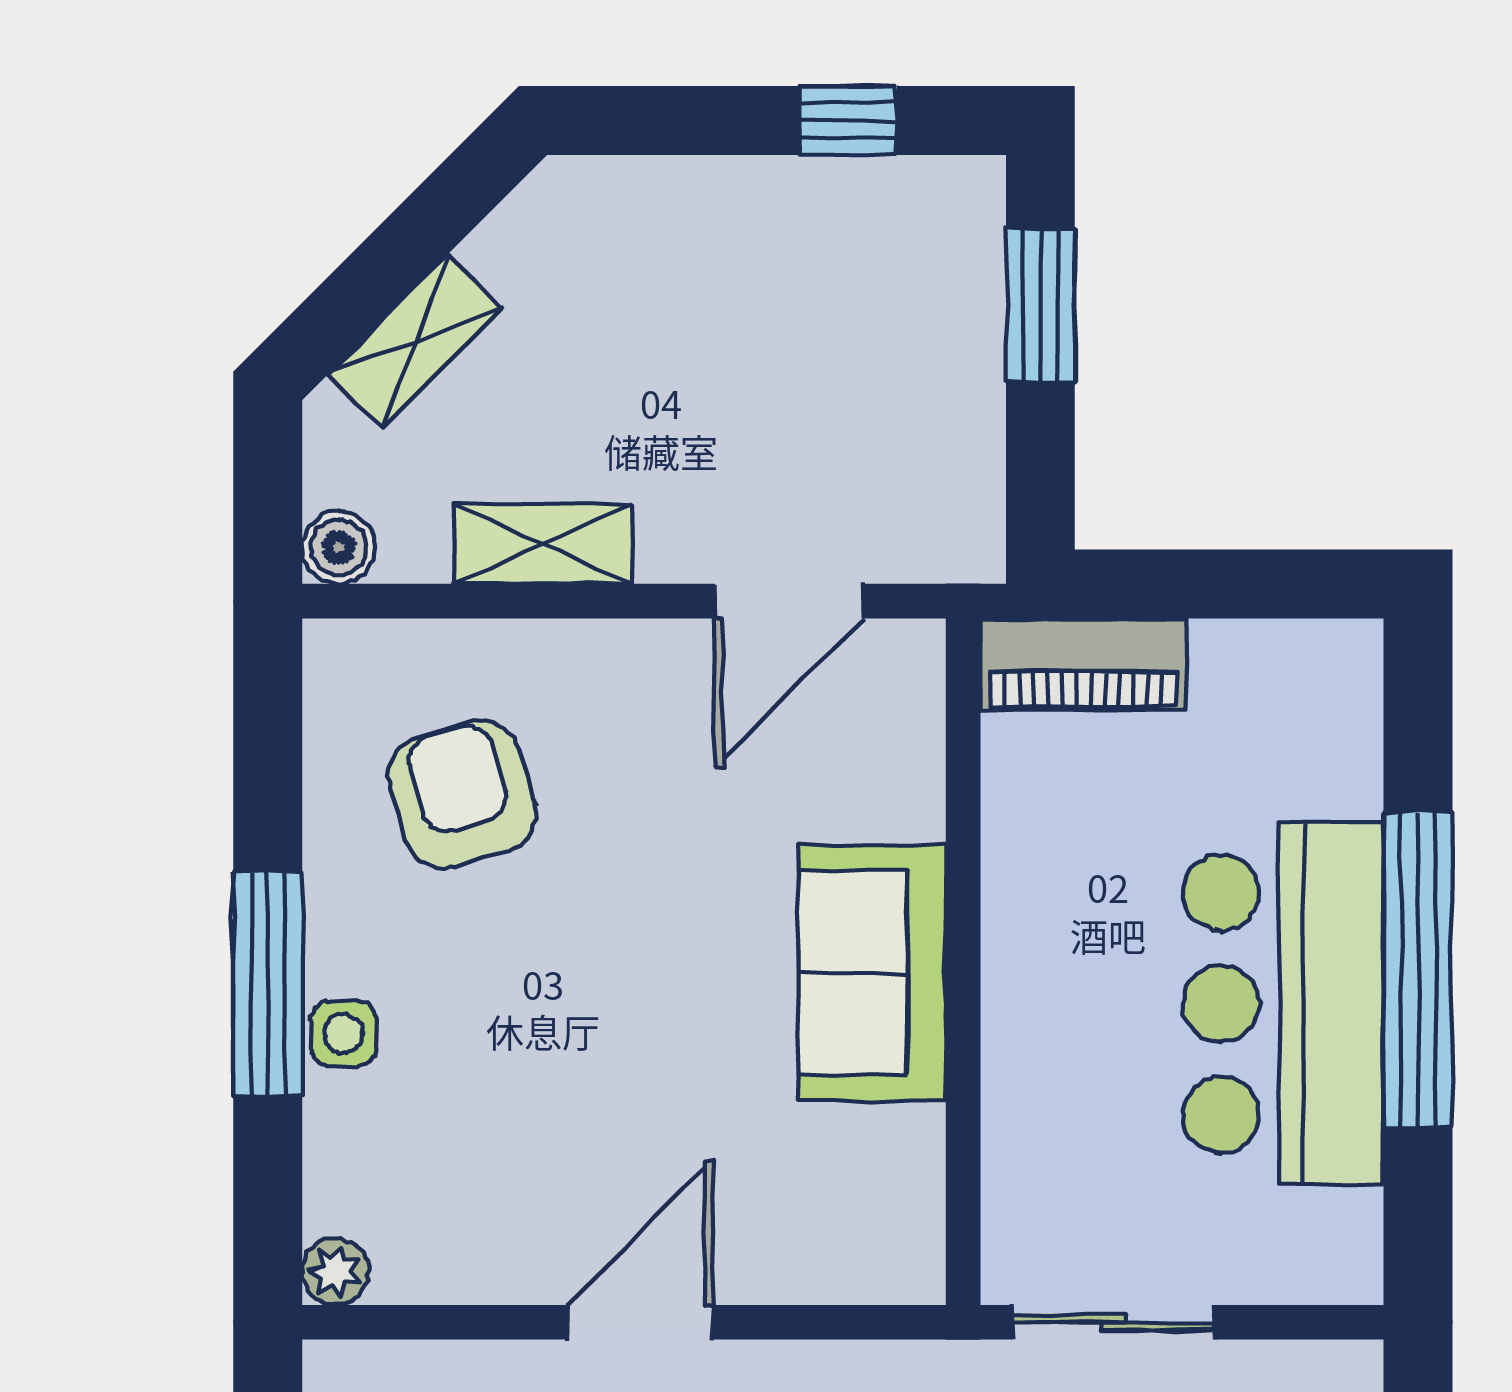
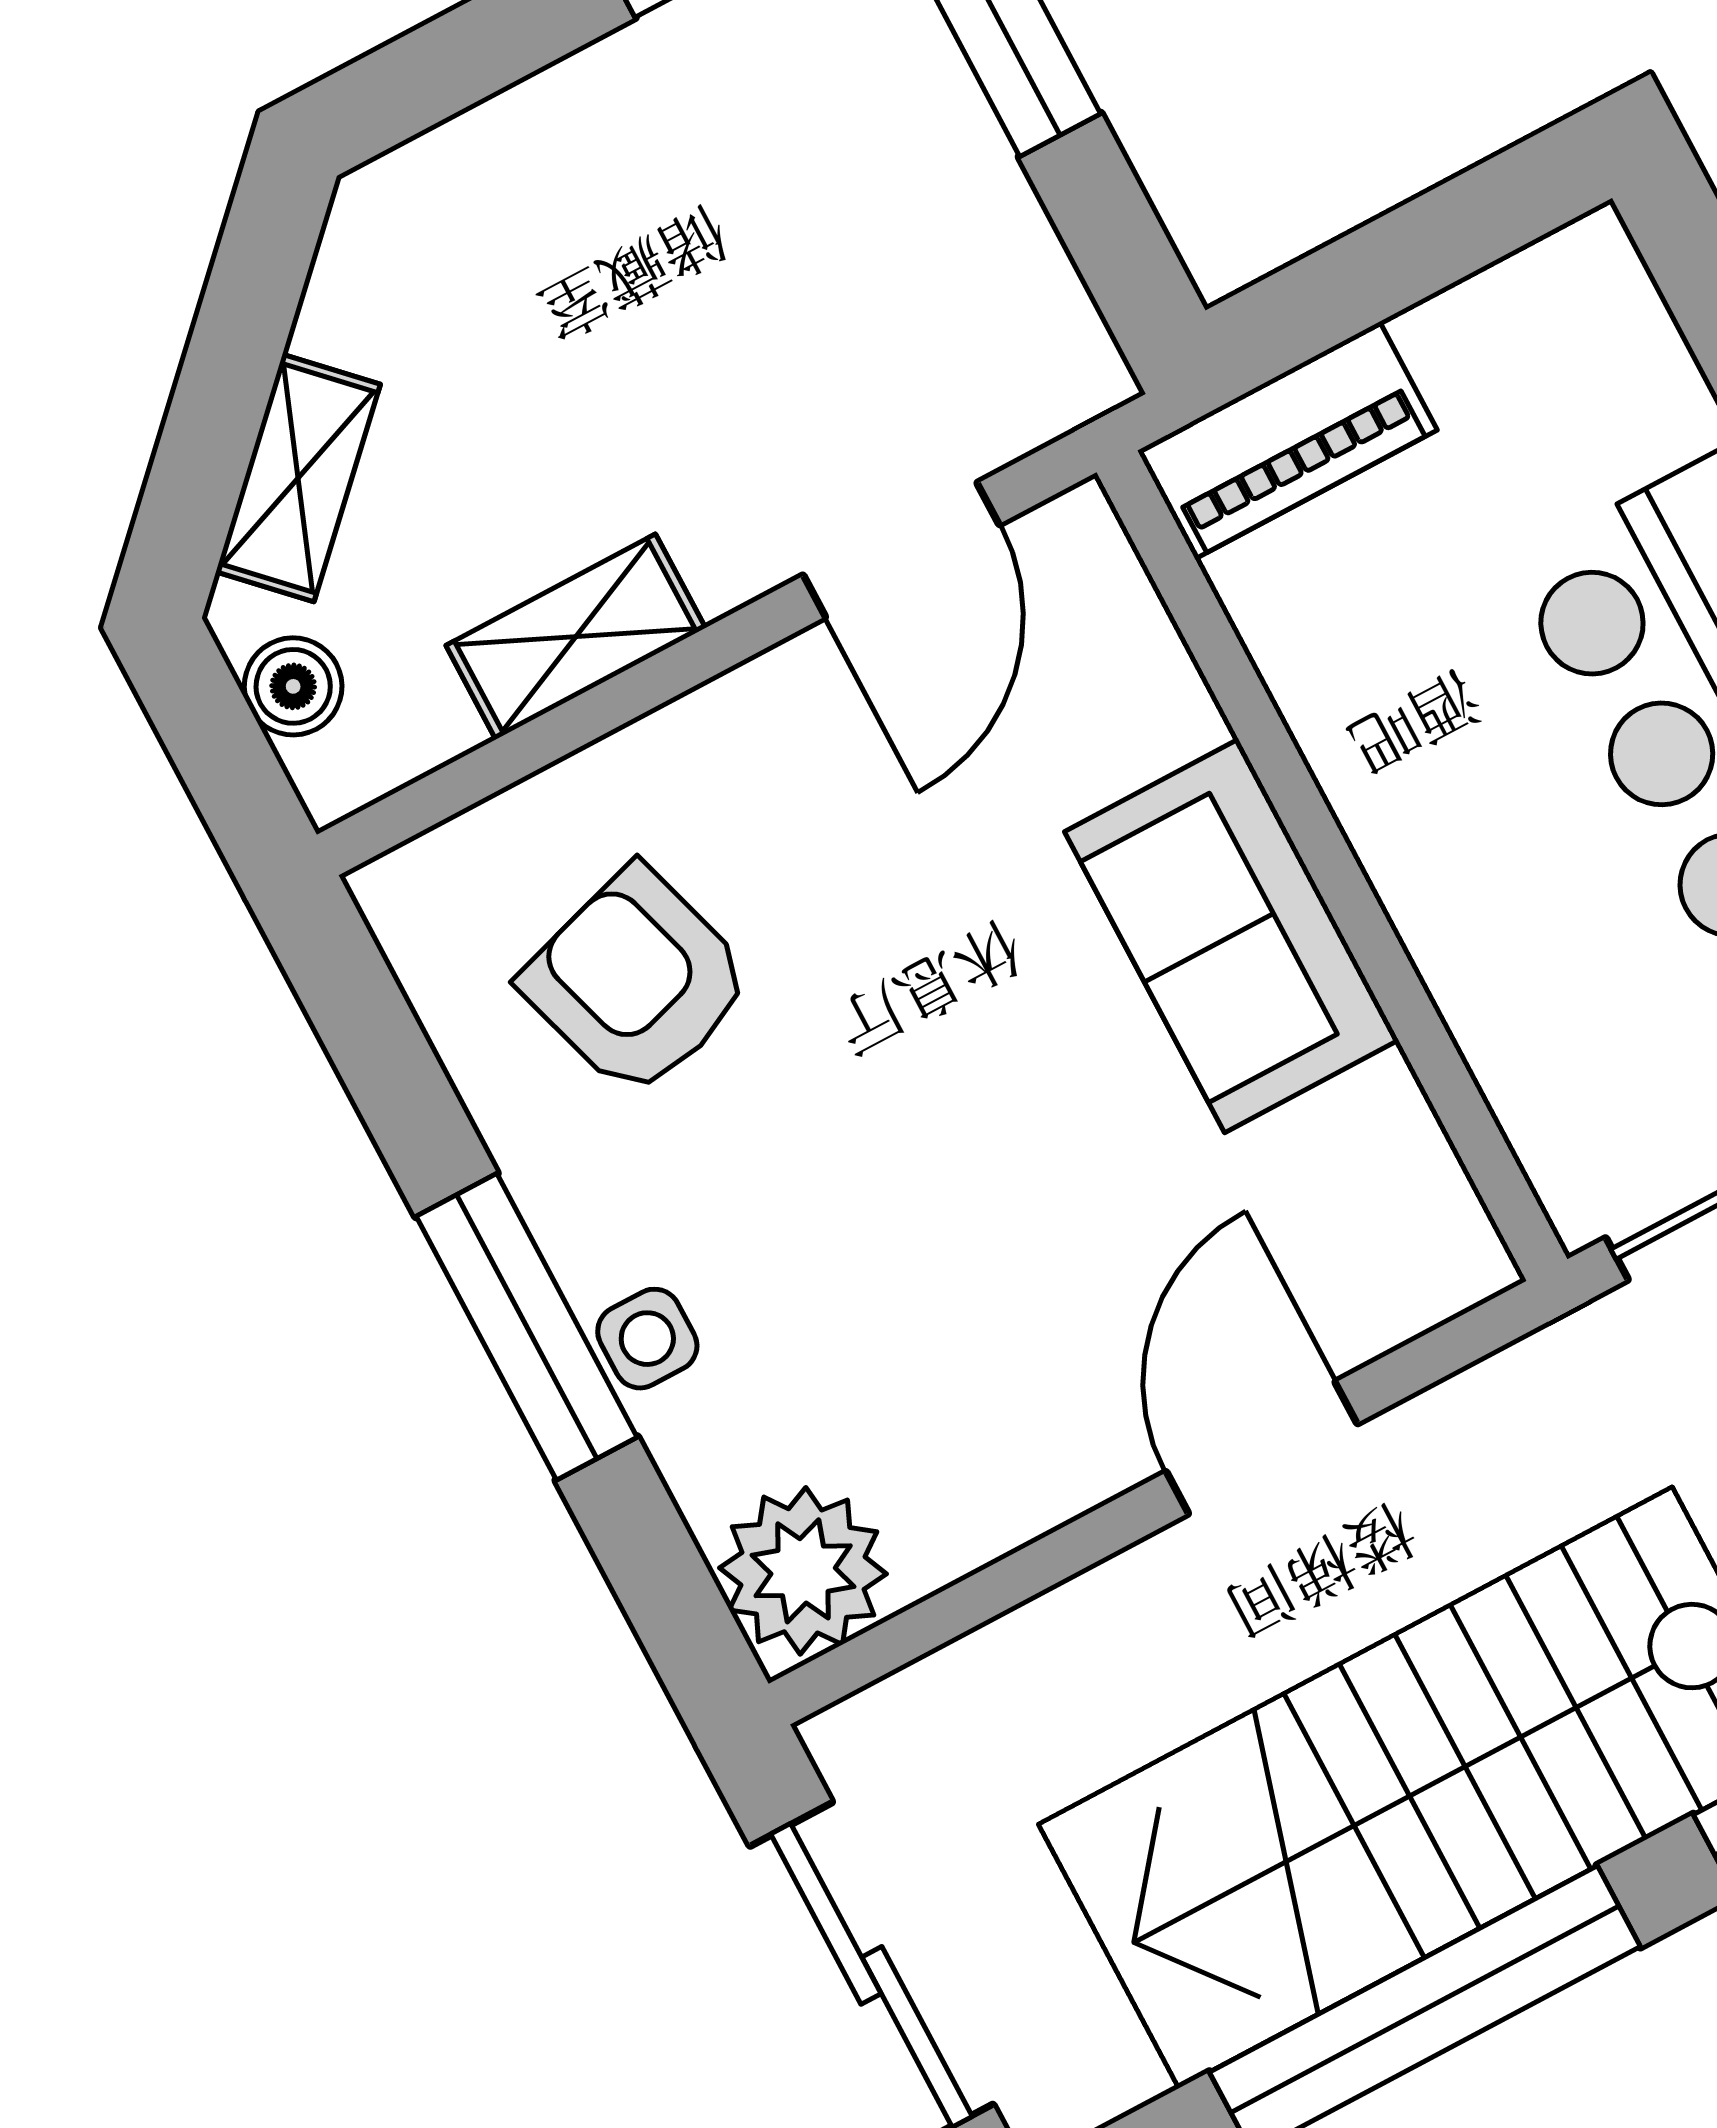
boiler: (339, 547) -> (293, 686), moved
plant: (336, 1272) -> (803, 1571), width x1.87, depth x1.87
door: (640, 1322) -> (1262, 1448), moved

